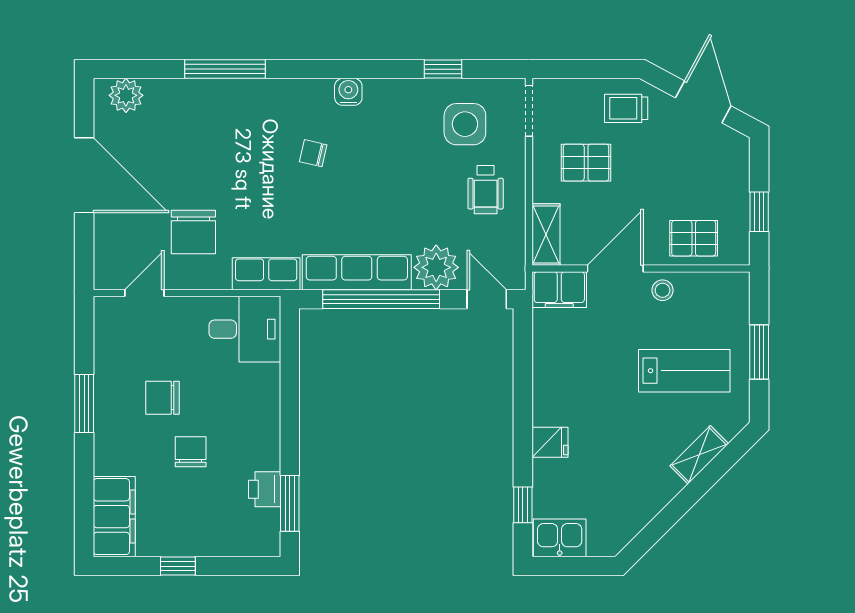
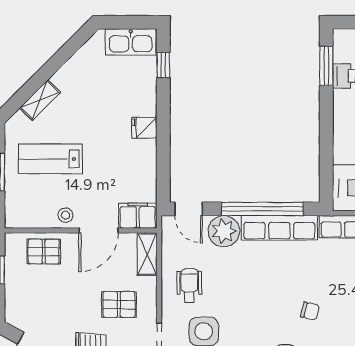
fridge: (550, 442) -> (144, 128), moved
kitchen sink: (560, 538) -> (131, 42), width x1.38

